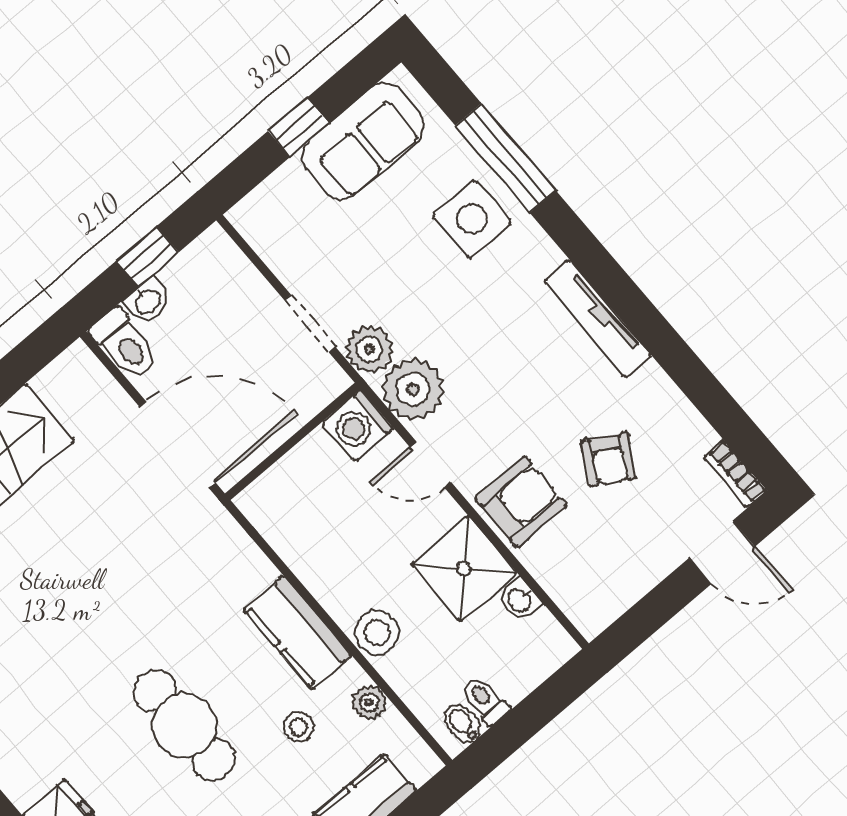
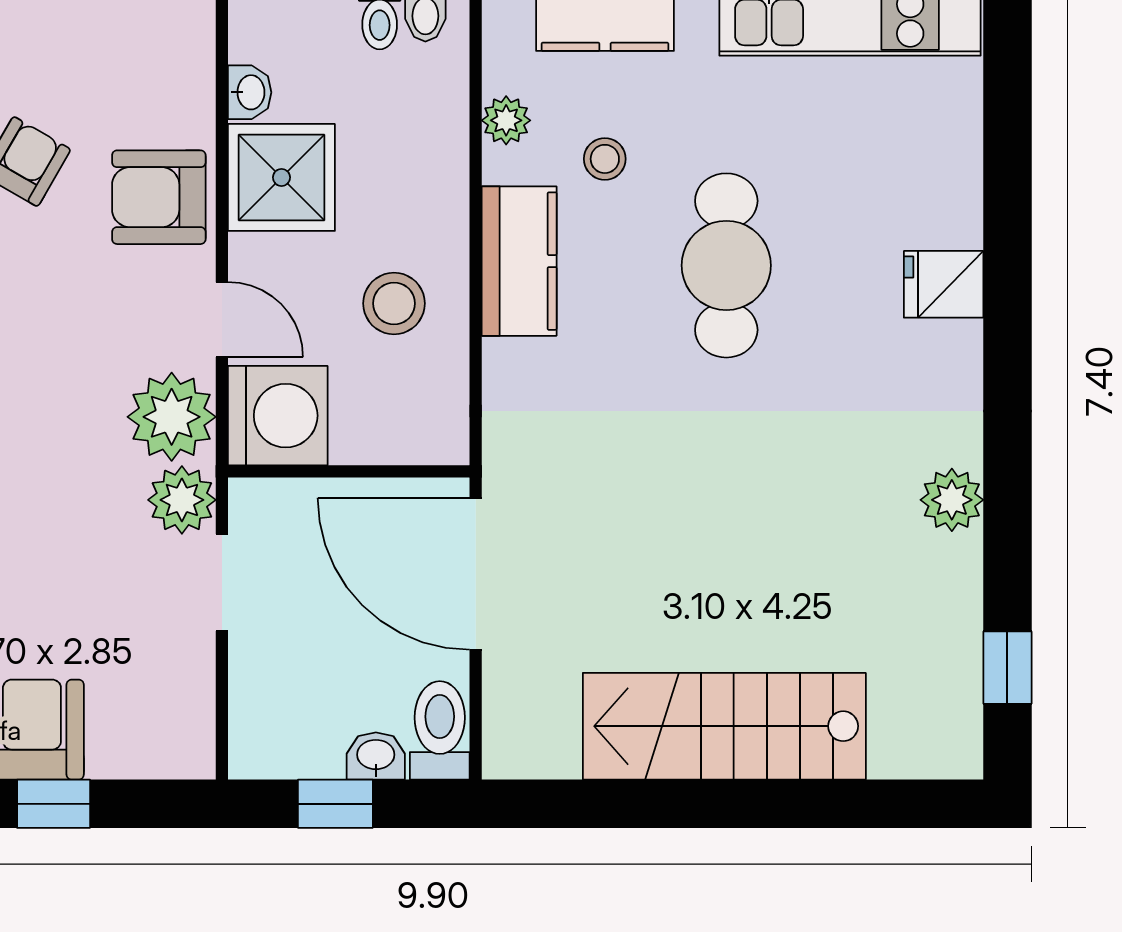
washing machine: (358, 425) -> (278, 416), width x1.37, depth x1.37
stool: (377, 633) -> (394, 303), moved

